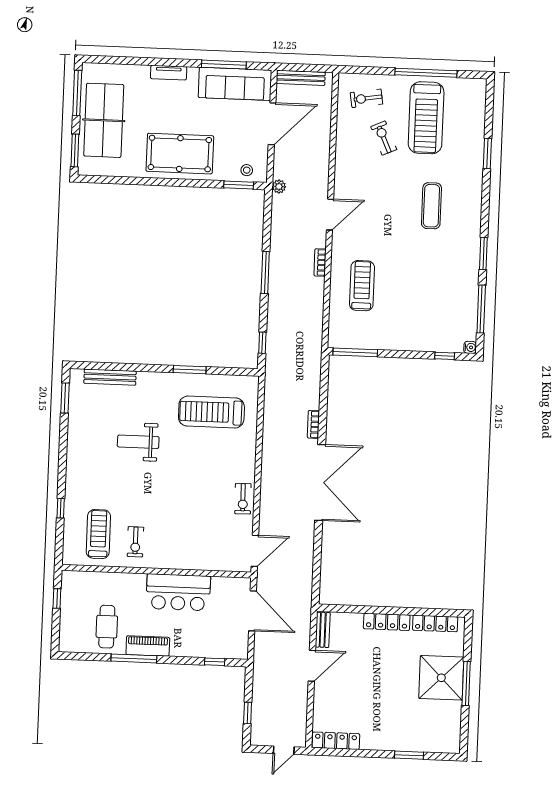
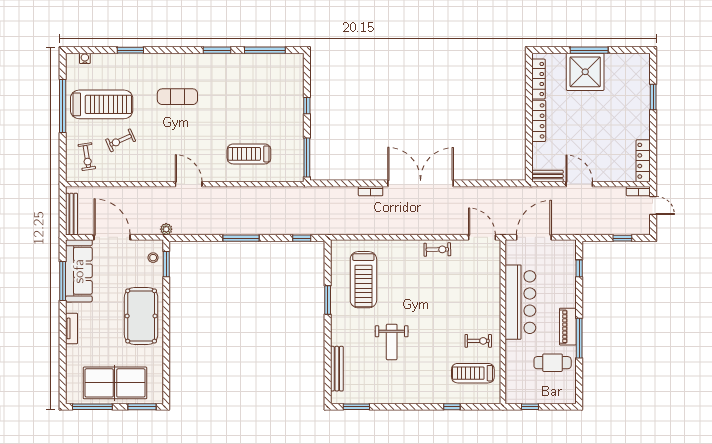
bookcase: (320, 262) -> (638, 191), moved
water cooler: (470, 347) -> (85, 58), moved
window: (445, 356) -> (307, 106), moved
bar counter: (178, 592) -> (520, 302), width x1.36

